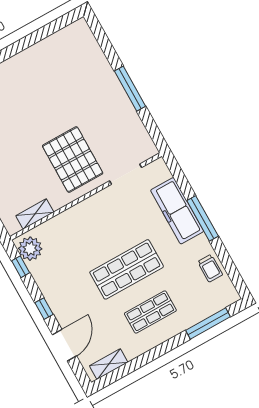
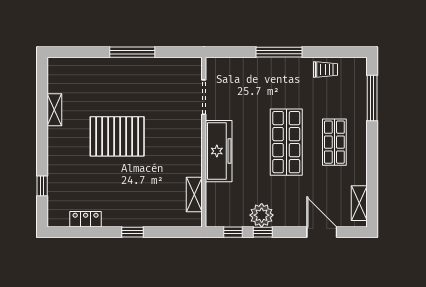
shelving: (41, 48) -> (54, 110), added
pallet: (73, 160) -> (117, 136), moved
freezer: (177, 211) -> (219, 151), moved, turned -90
plant: (30, 249) -> (262, 215), moved
window: (44, 309) -> (263, 232), moved

